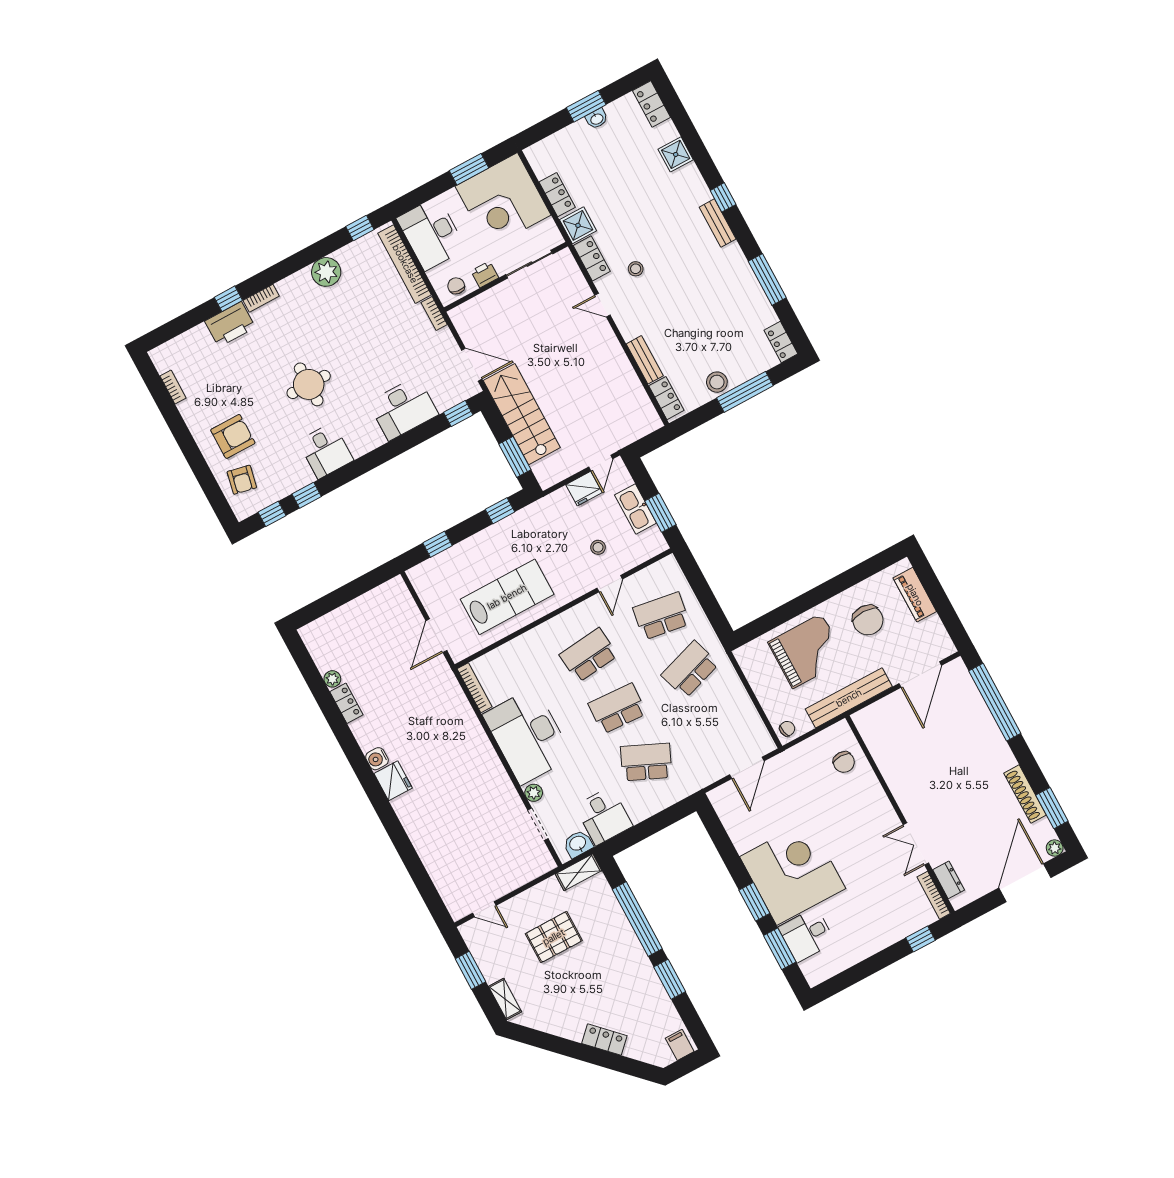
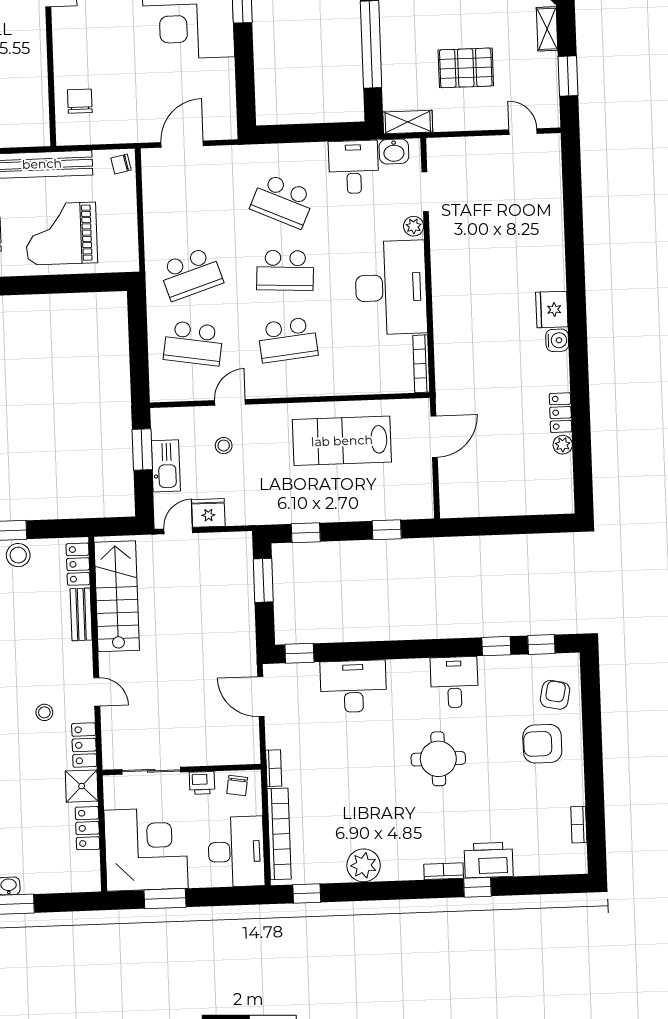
stairs: (522, 414) -> (117, 596), moved, turned 180

